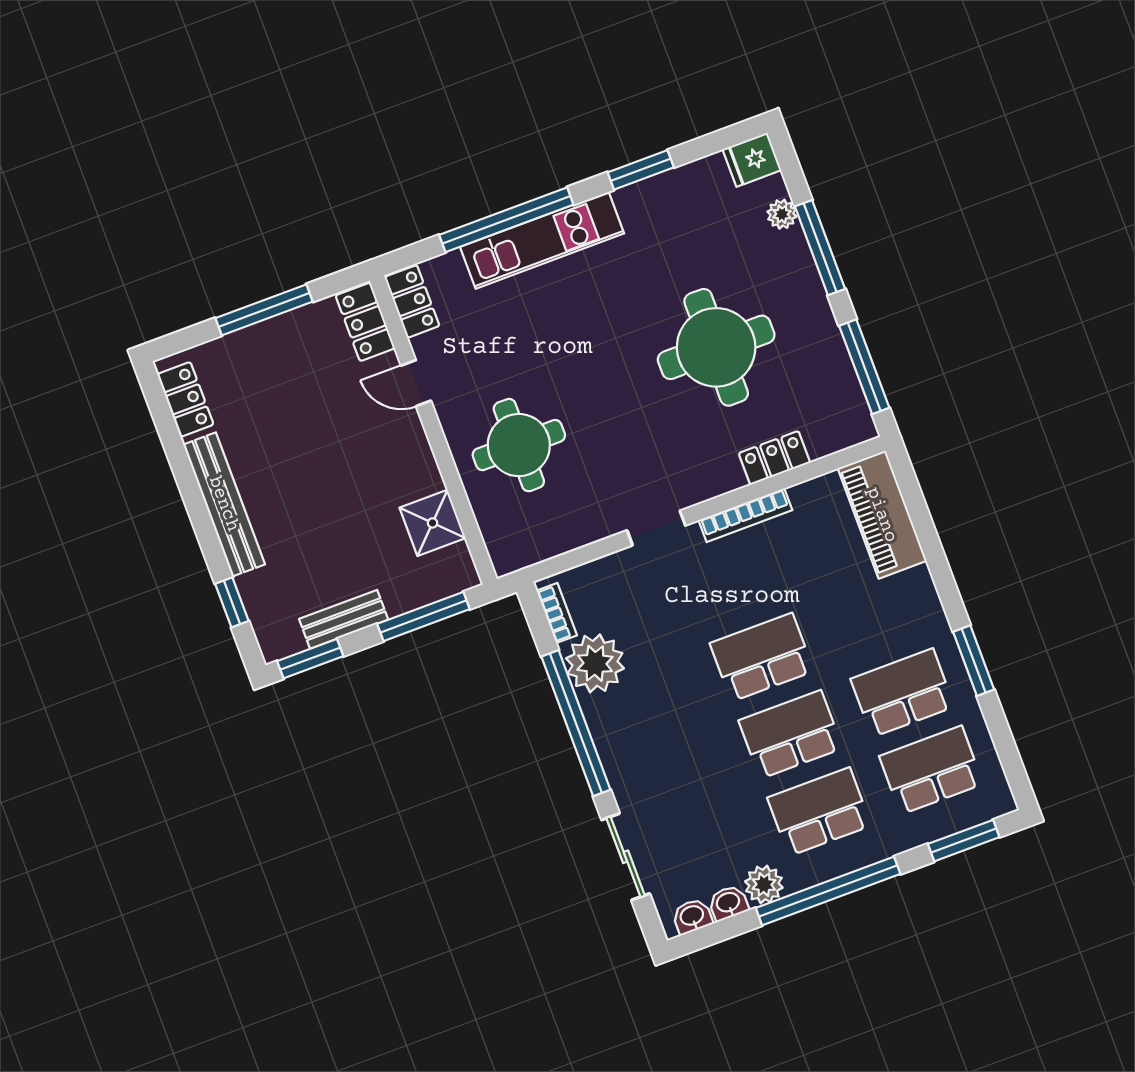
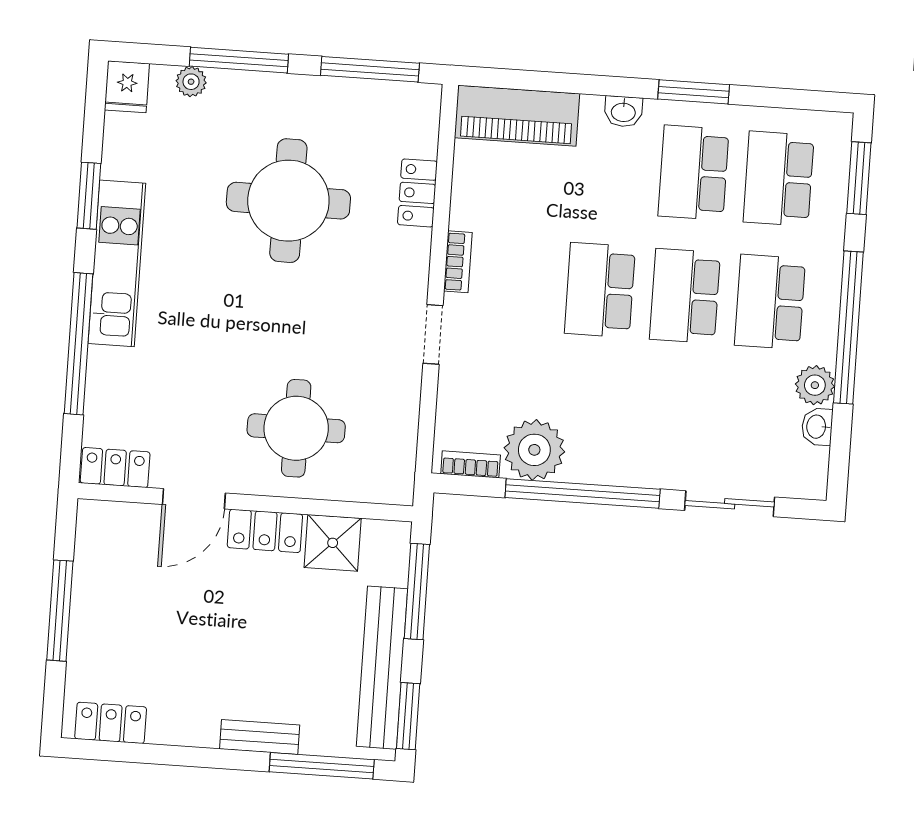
kitchen unit: (542, 240) -> (117, 263), moved
locker: (365, 322) -> (265, 531), moved
door: (416, 383) -> (194, 499), width x1.38
bench: (224, 504) -> (260, 737), width x0.54, depth x0.82
bookcase: (745, 515) -> (458, 262), width x0.64
window: (232, 602) -> (322, 766), width x2.17
bench: (344, 619) -> (382, 668), width x1.86, depth x1.21
washbasin: (692, 916) -> (623, 112), moved, turned -90

